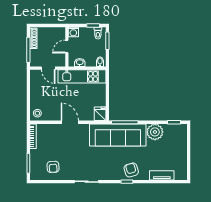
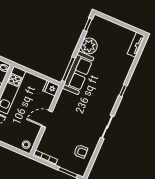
sofa: (118, 135) -> (78, 73), width x0.74, depth x0.79
armchair: (131, 170) -> (114, 82), removed
tv unit: (162, 175) -> (136, 45), moved

